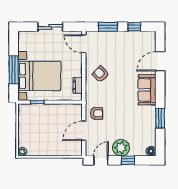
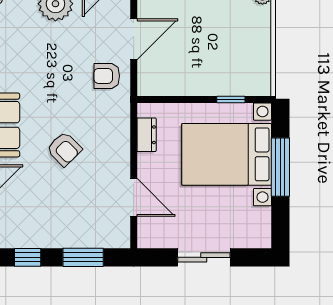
door: (84, 44) -> (134, 197), moved
armchair: (101, 74) -> (64, 149), moved

